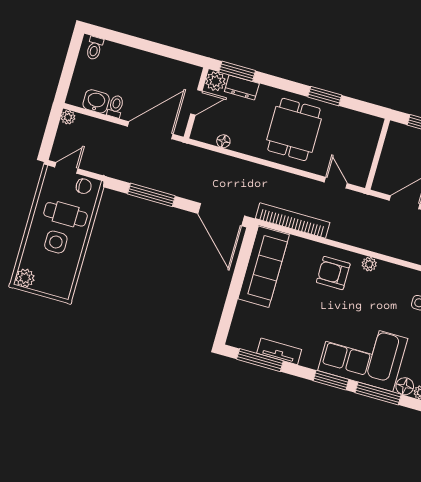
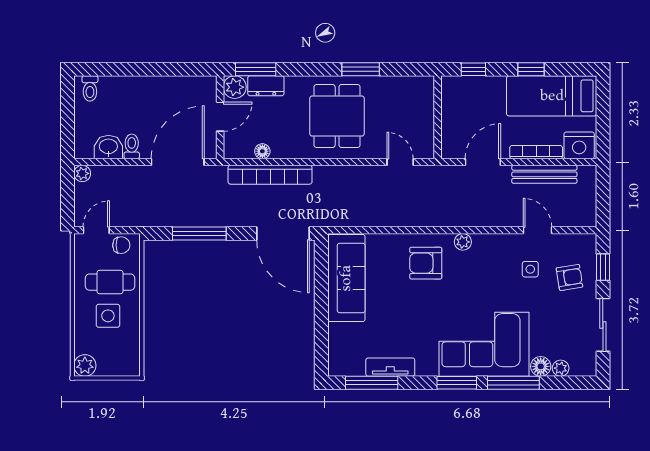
bookcase: (293, 220) -> (270, 175), moved, turned 180

